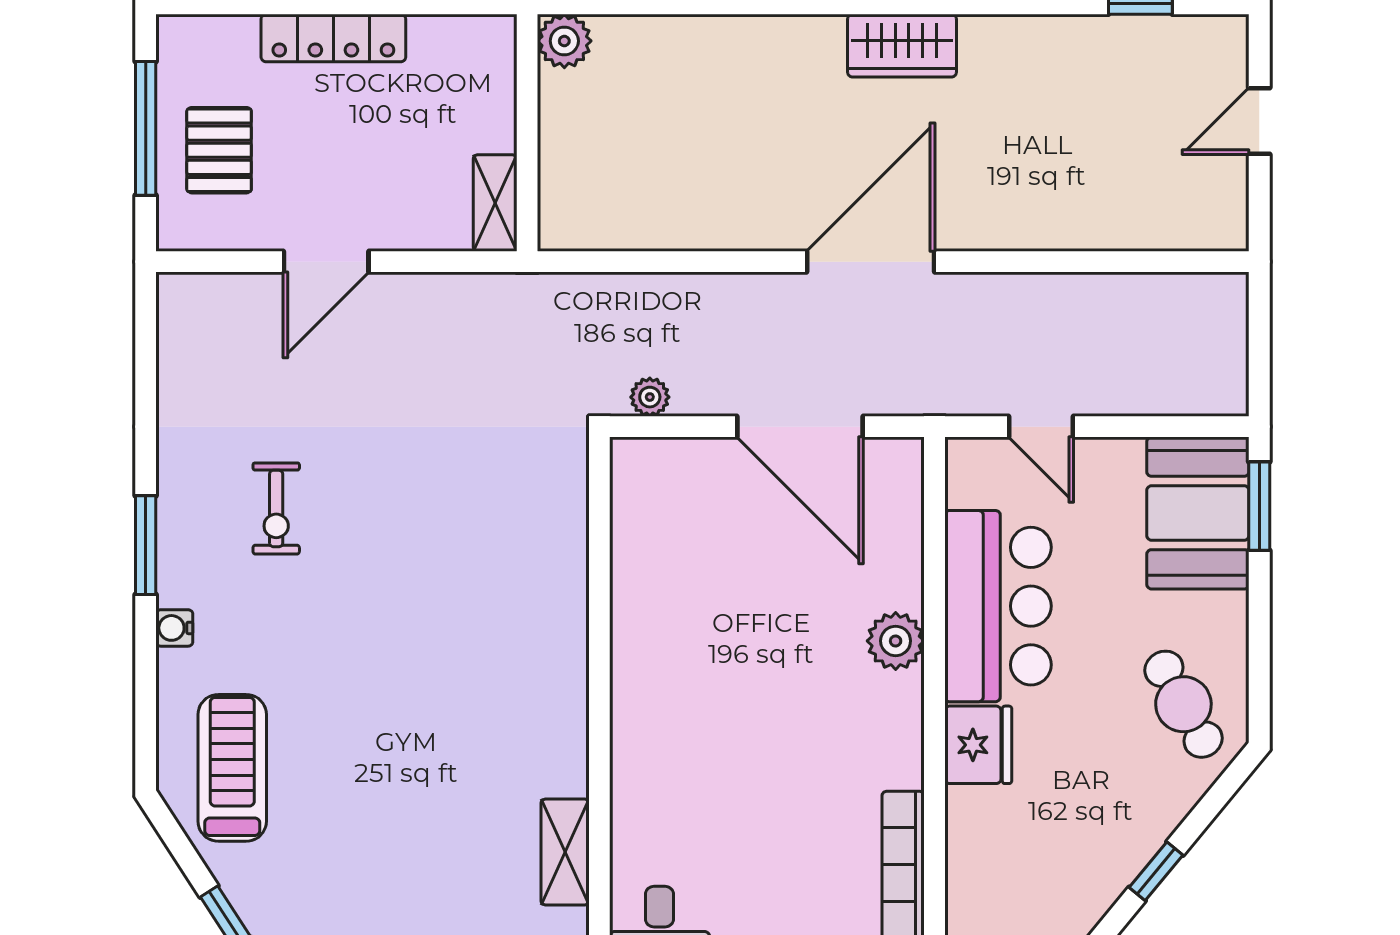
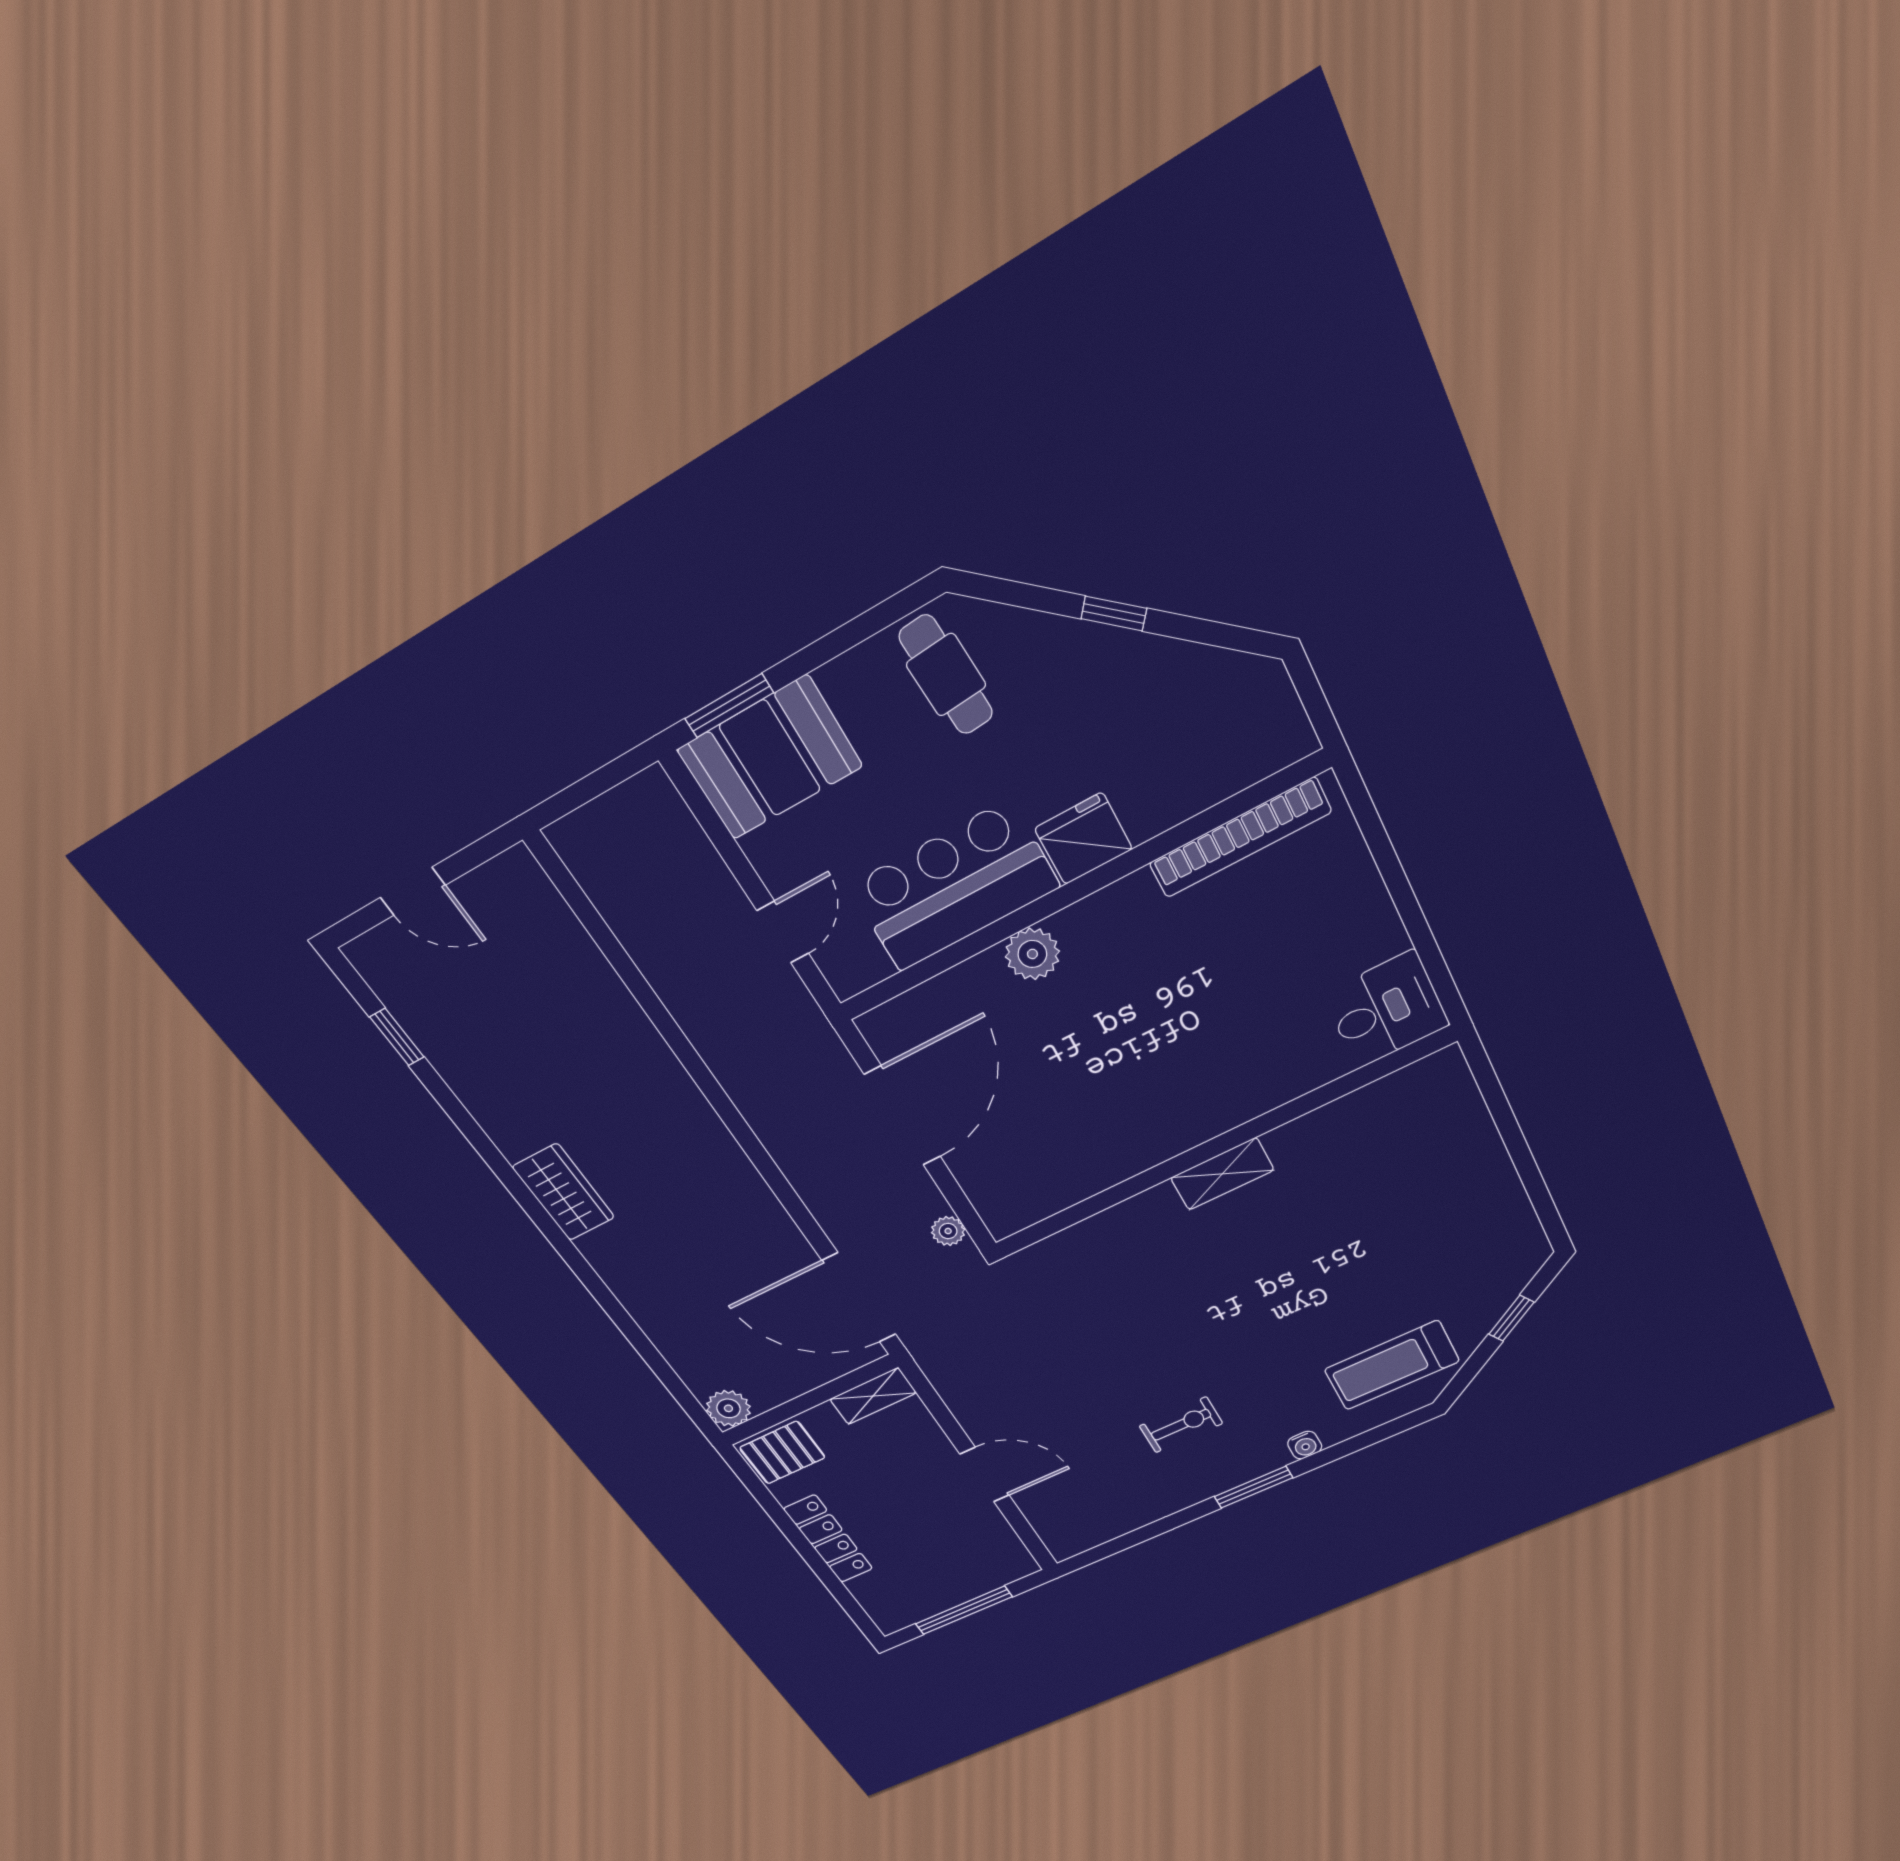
pallet: (219, 150) -> (782, 1453), moved
door: (871, 262) -> (859, 1298), moved
cafe table: (1183, 704) -> (946, 675), turned -65
shelving: (565, 852) -> (1222, 1174), moved

